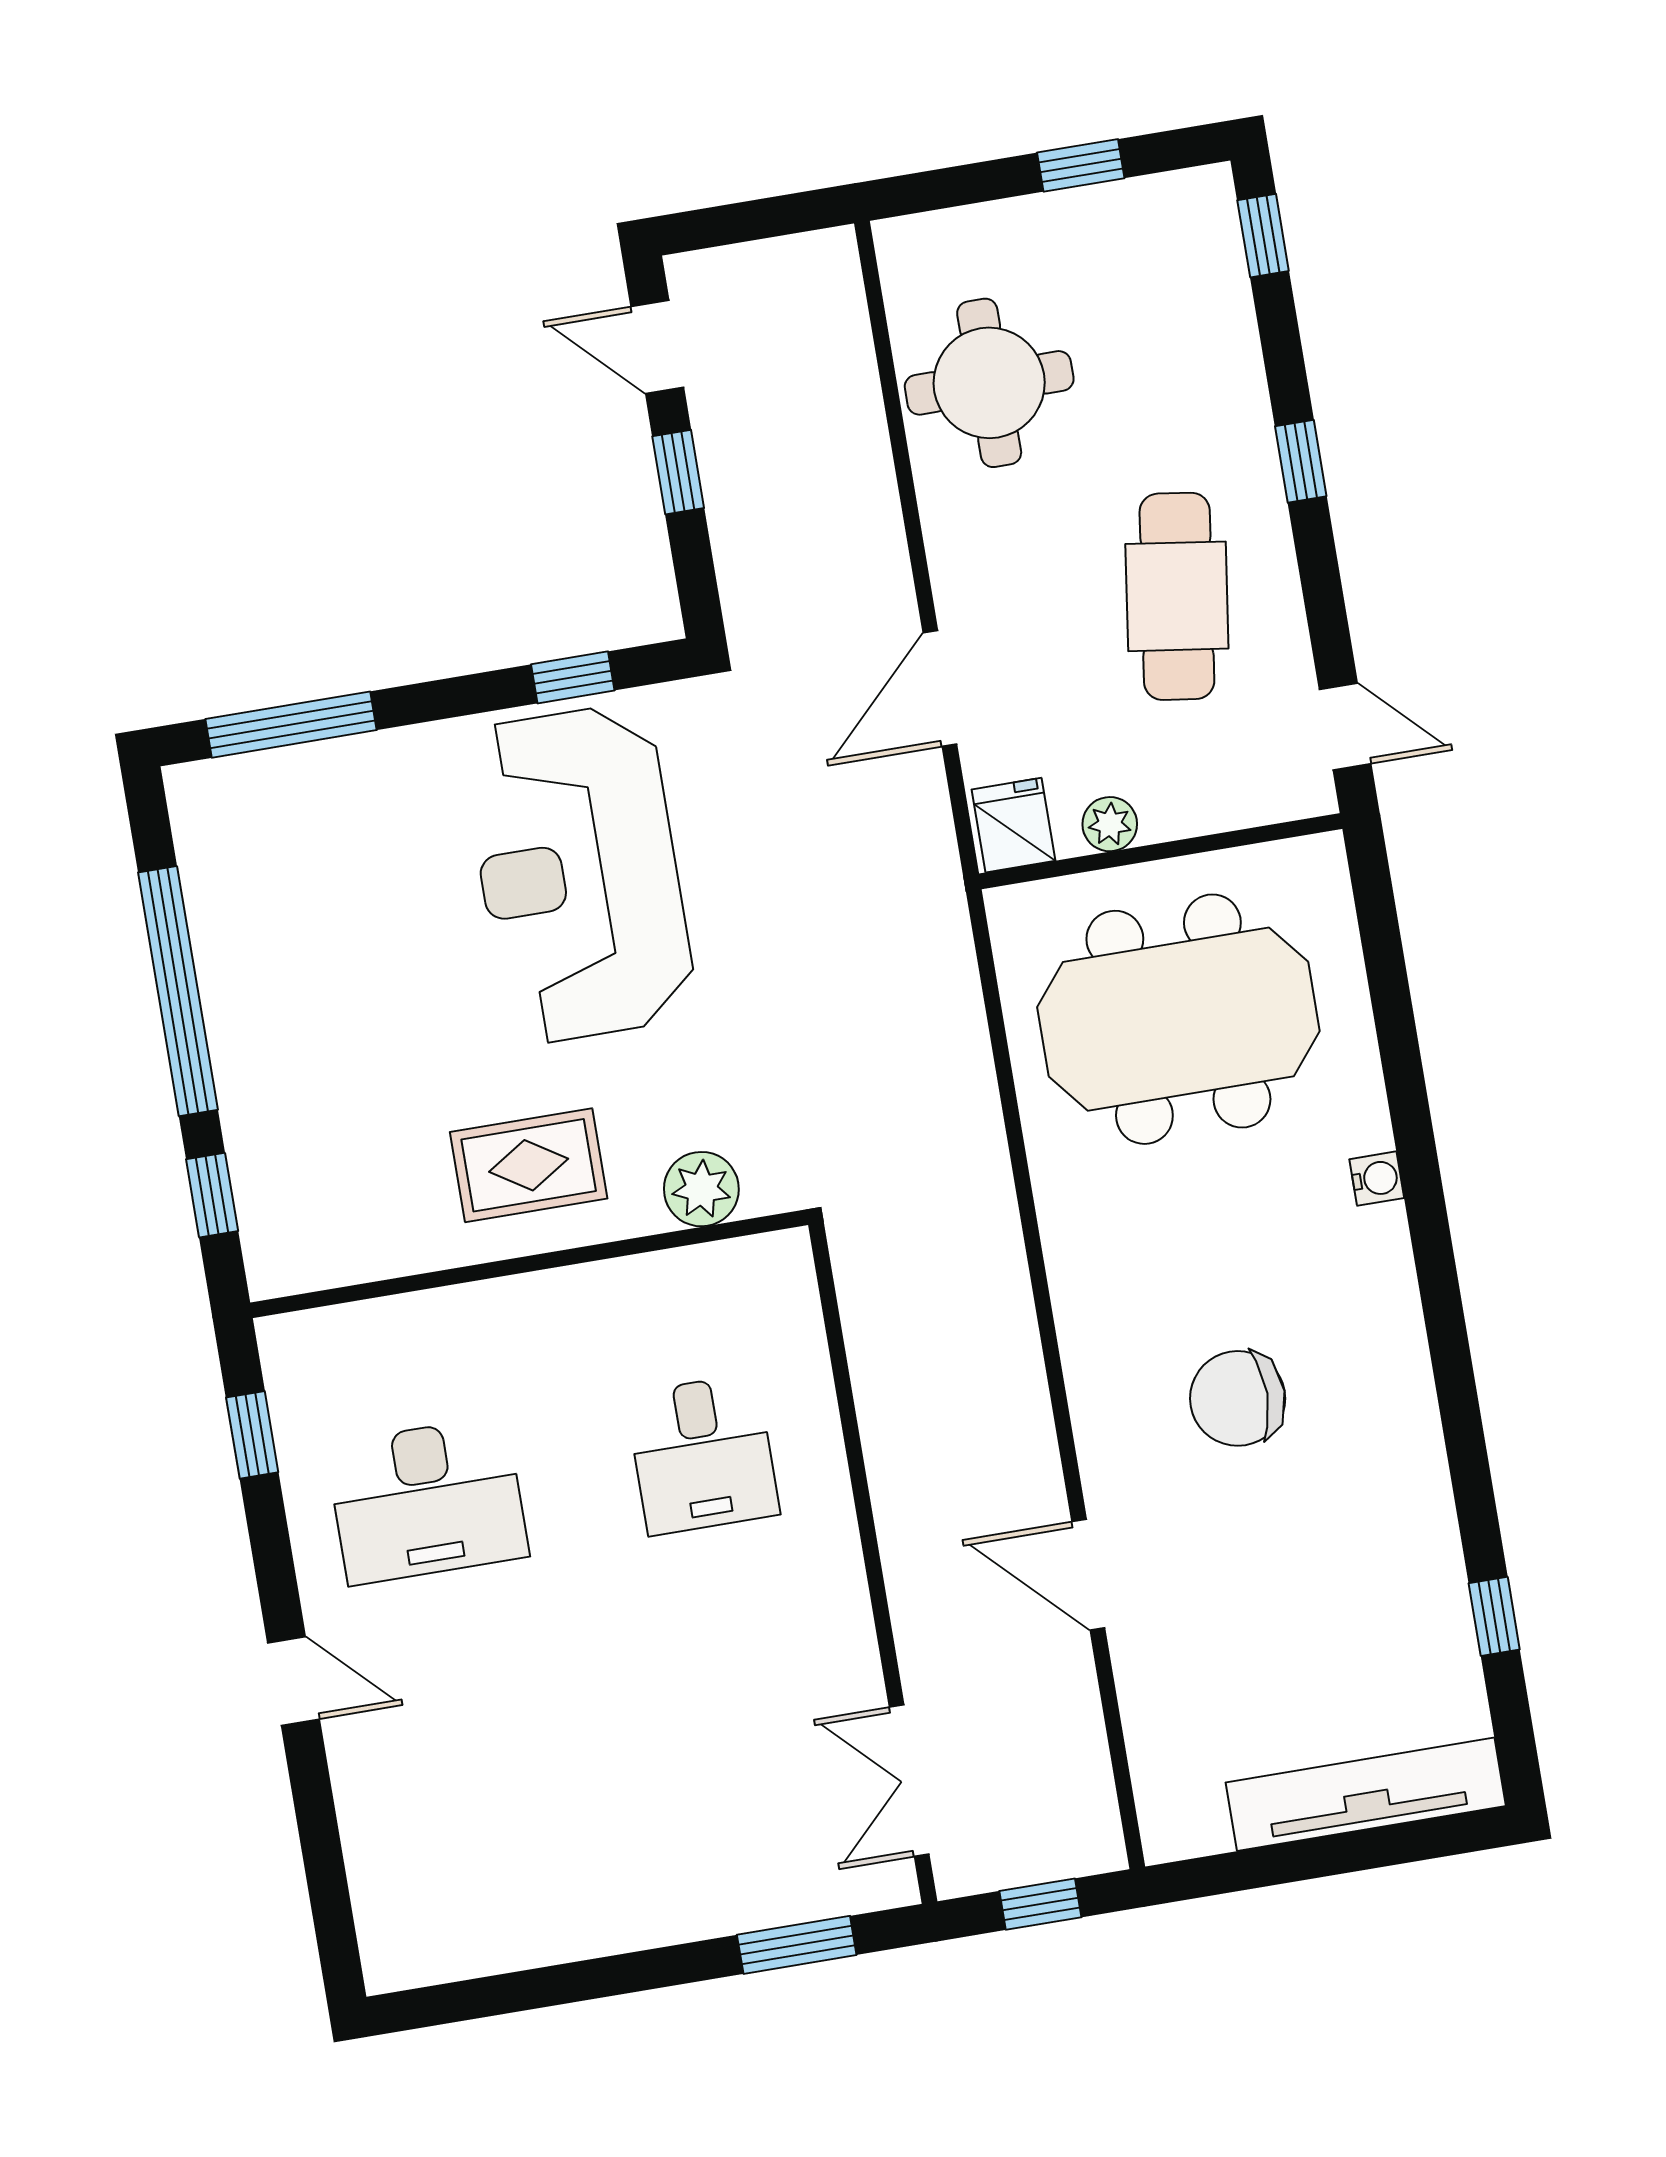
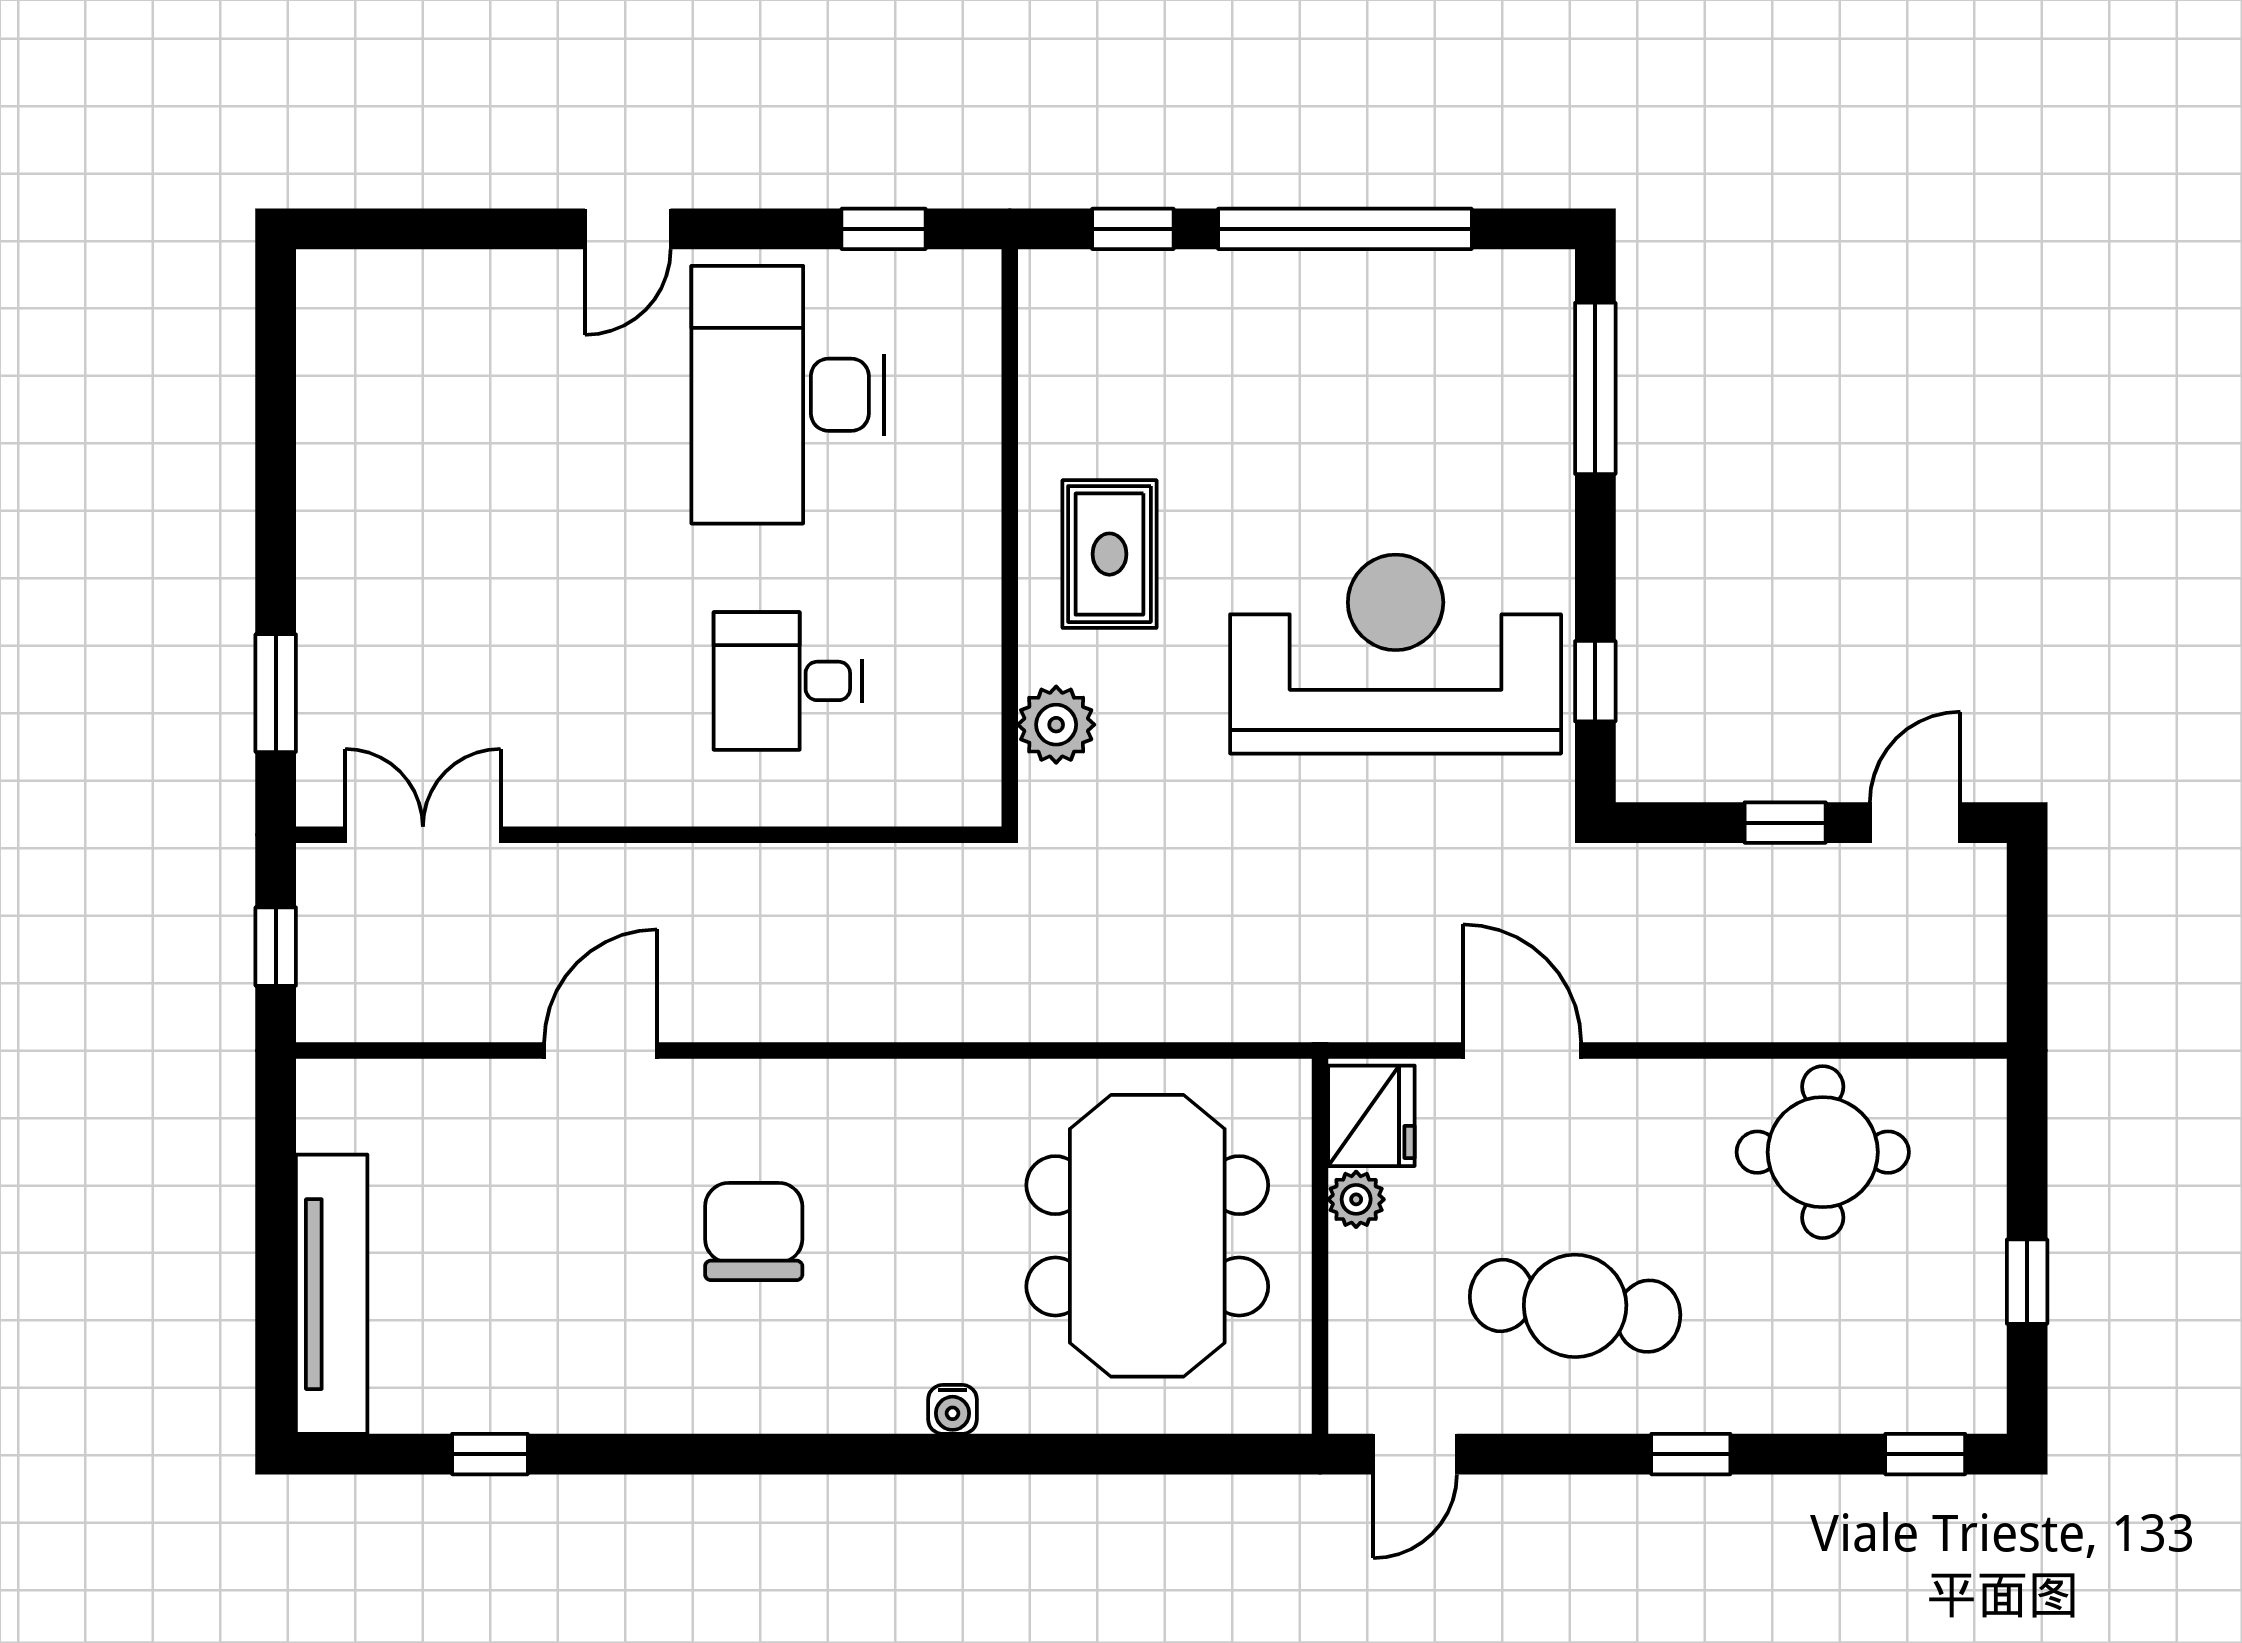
fridge: (1013, 825) -> (1371, 1116), width x1.38
desk: (427, 1500) -> (788, 395), width x1.36, depth x1.30

